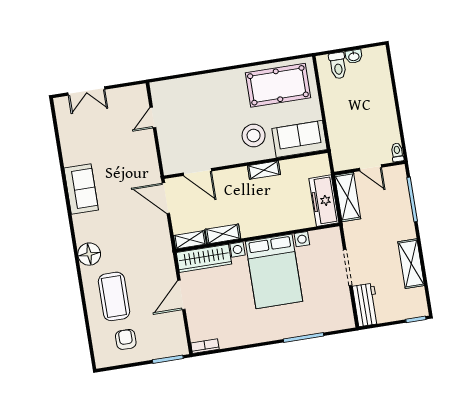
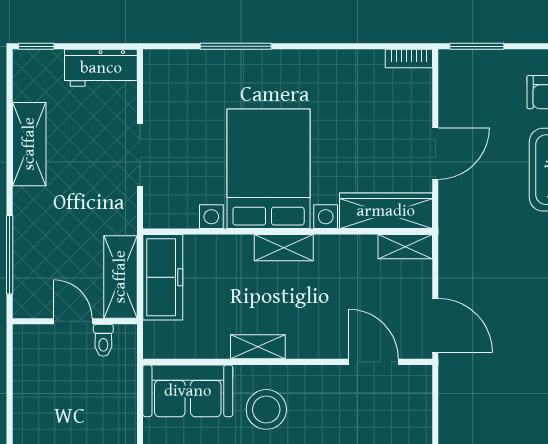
toilet: (397, 152) -> (103, 340), moved
shelving: (223, 234) -> (284, 248), moved
workbench: (366, 305) -> (101, 68), moved, turned -90

